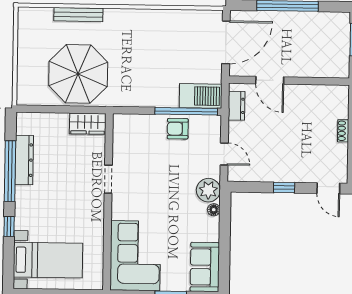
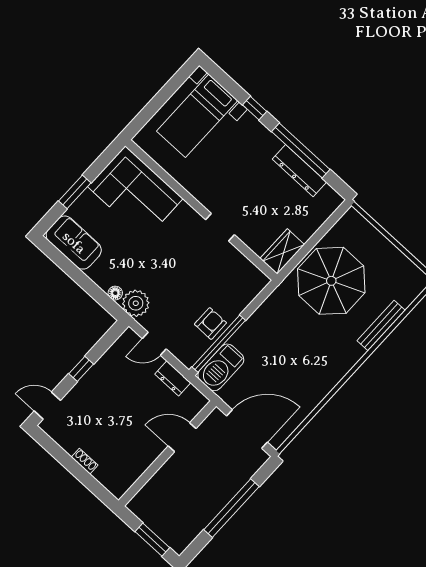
door: (226, 42) -> (247, 429), swing flipped
dresser: (237, 106) -> (173, 378), moved

